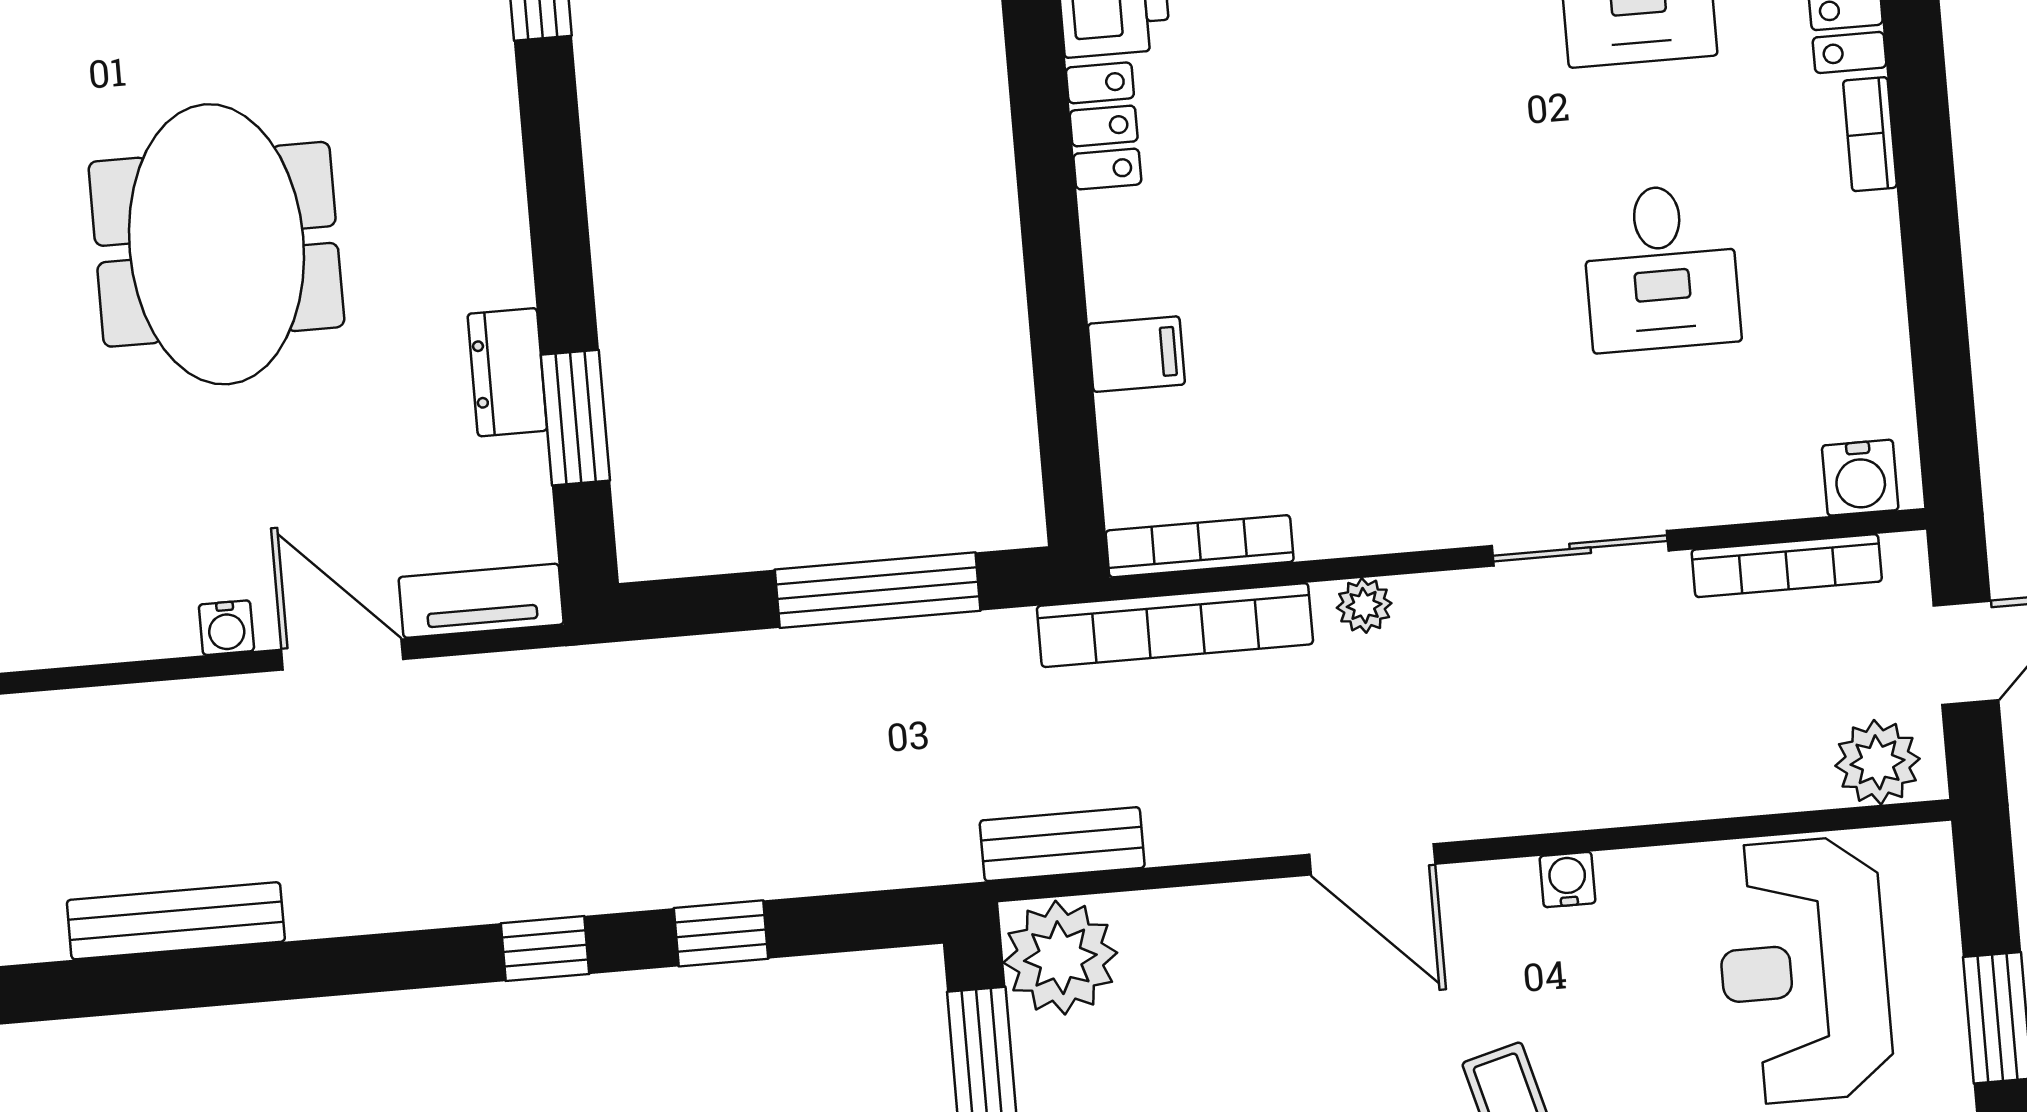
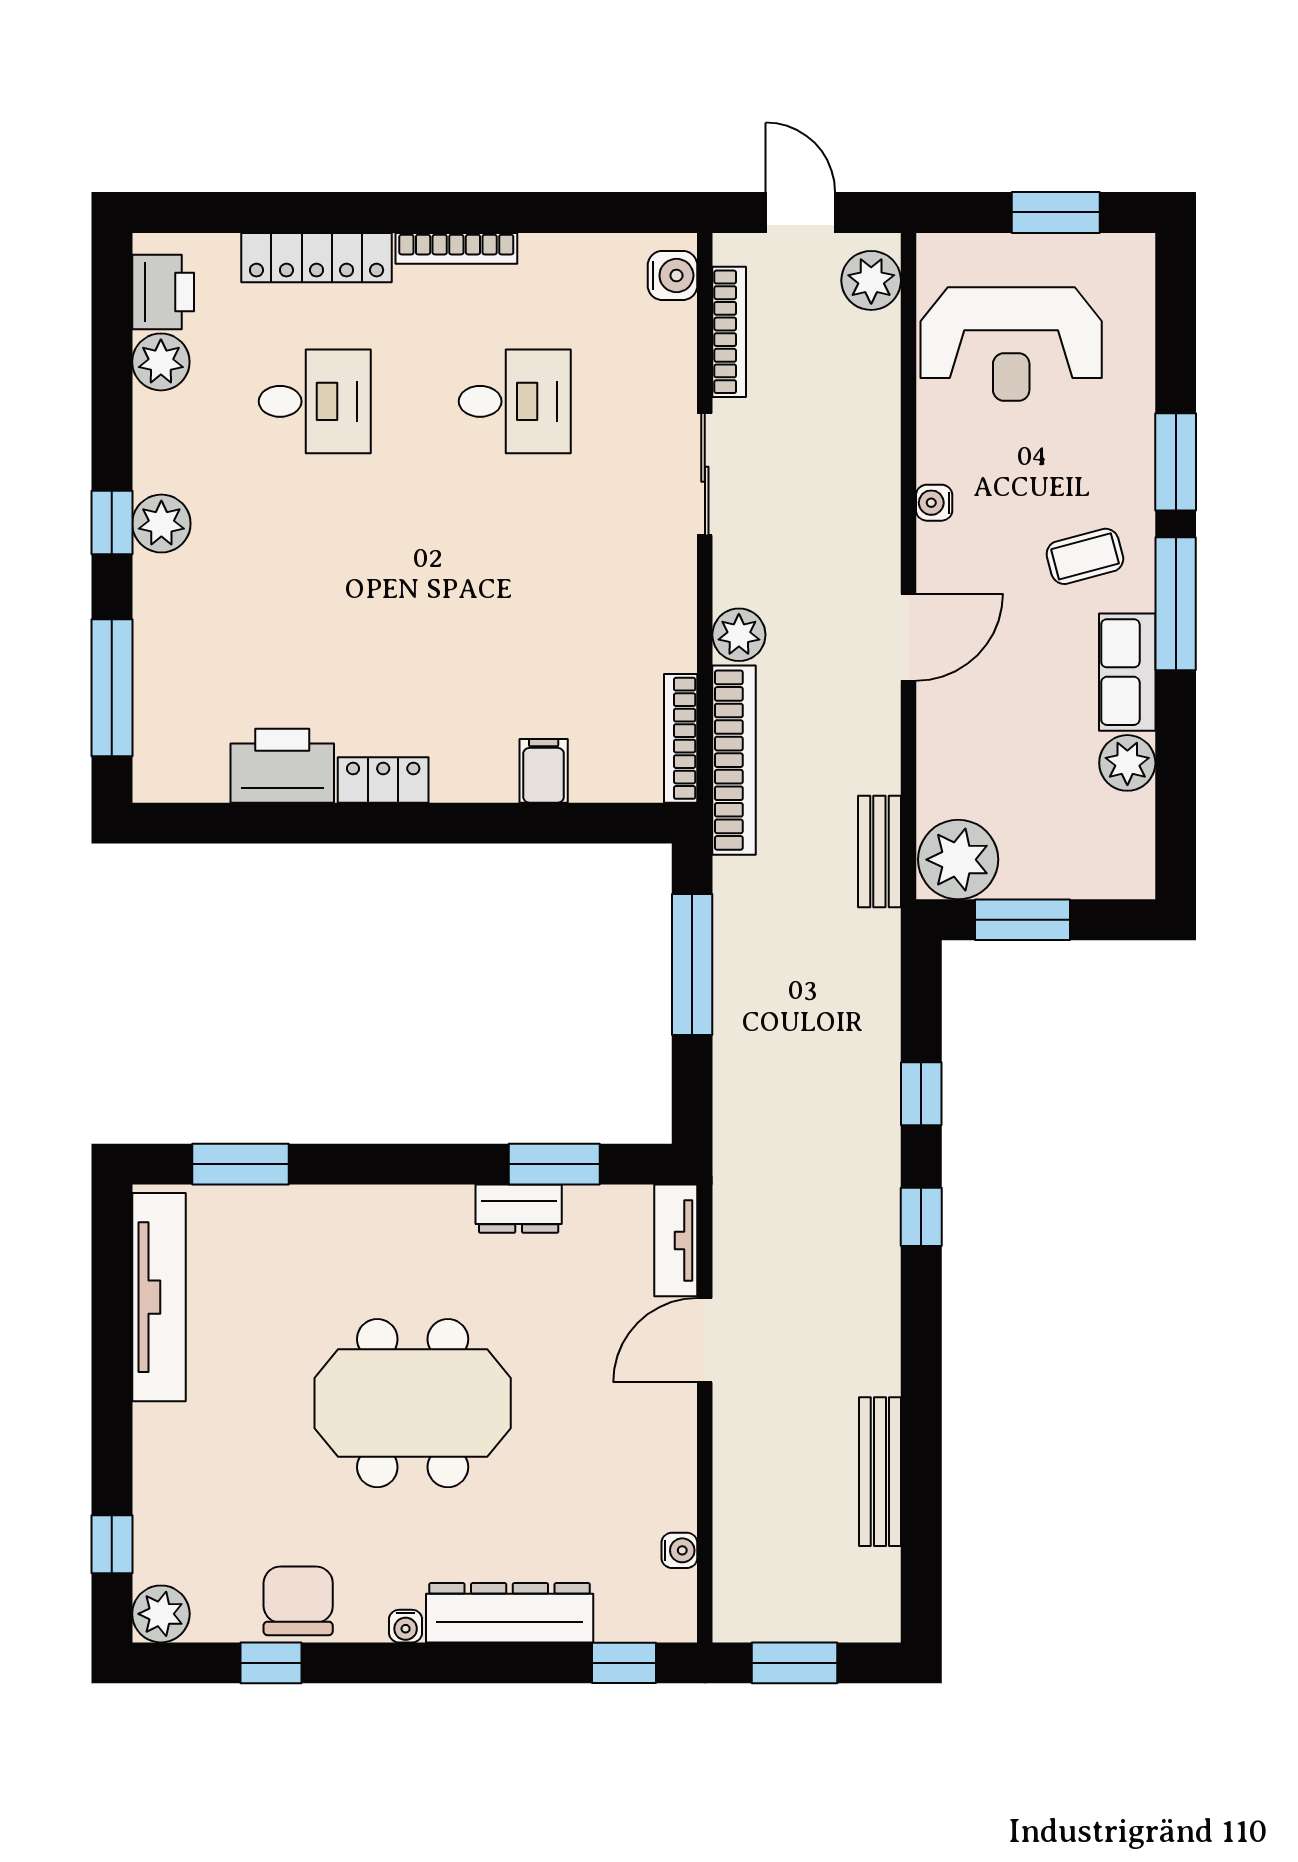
bookcase: (1870, 134) -> (456, 248), width x1.56
plant: (1364, 605) -> (739, 635), width x1.38, depth x1.38
water cooler: (226, 628) -> (679, 1550), moved

